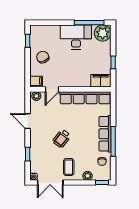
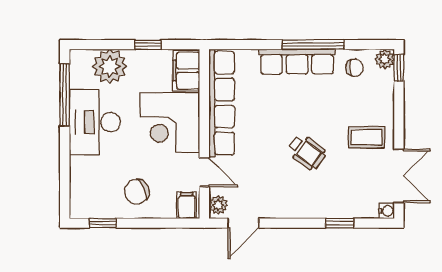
plant: (103, 33) -> (110, 66), moved
corner desk: (76, 73) -> (170, 123), added
door: (28, 121) -> (243, 223), moved
plant: (88, 176) -> (385, 59), moved

